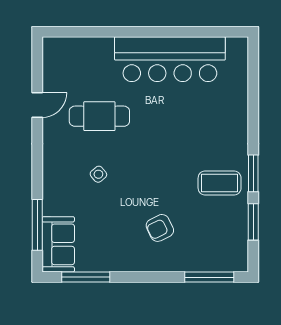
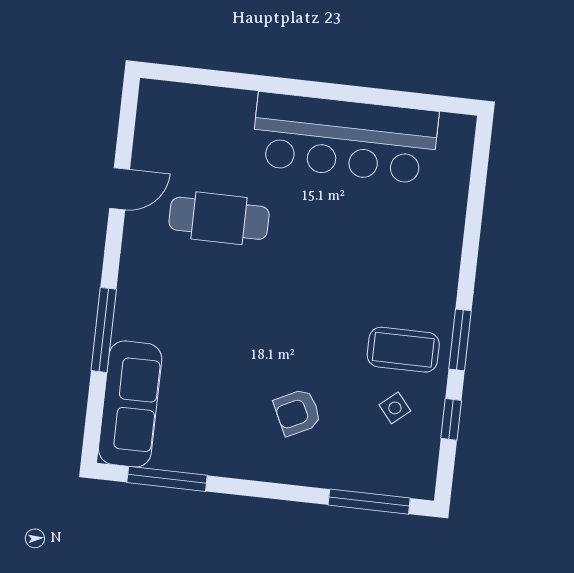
side table: (98, 174) -> (395, 408), moved
window: (253, 222) -> (451, 419), width x0.67
window: (37, 225) -> (104, 330), moved
sofa: (58, 244) -> (130, 404), width x1.36

